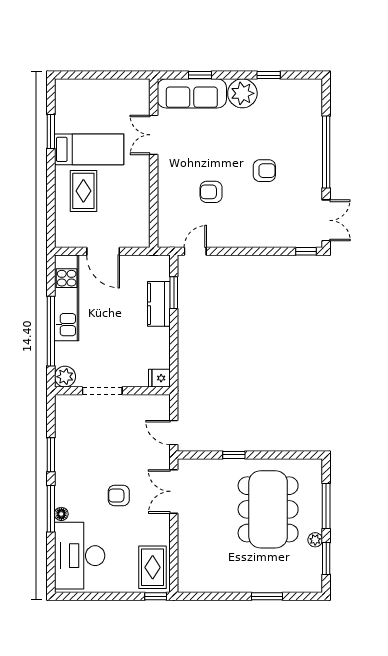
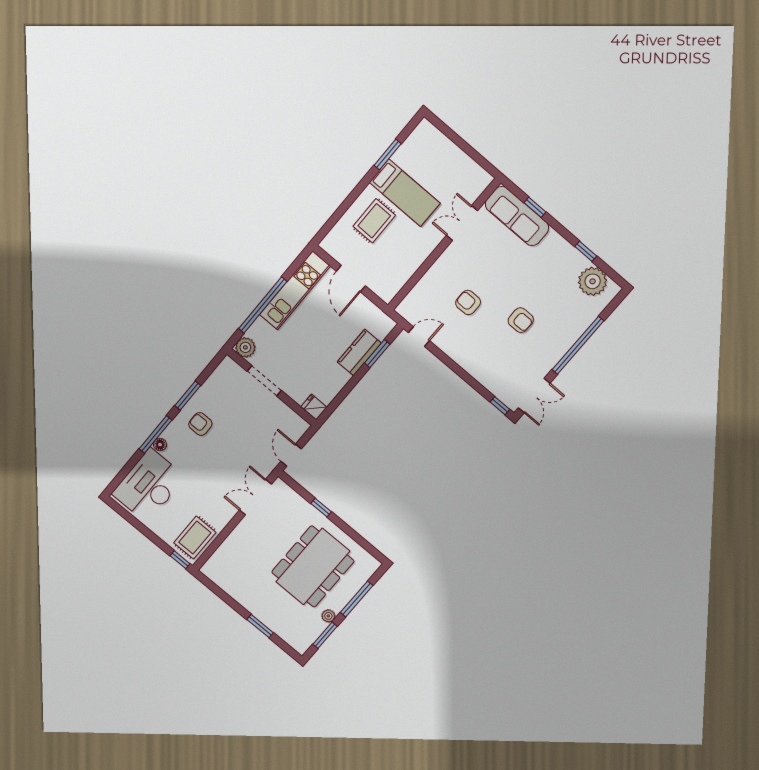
plant: (242, 93) -> (593, 281), moved
armchair: (119, 495) -> (200, 424), moved

